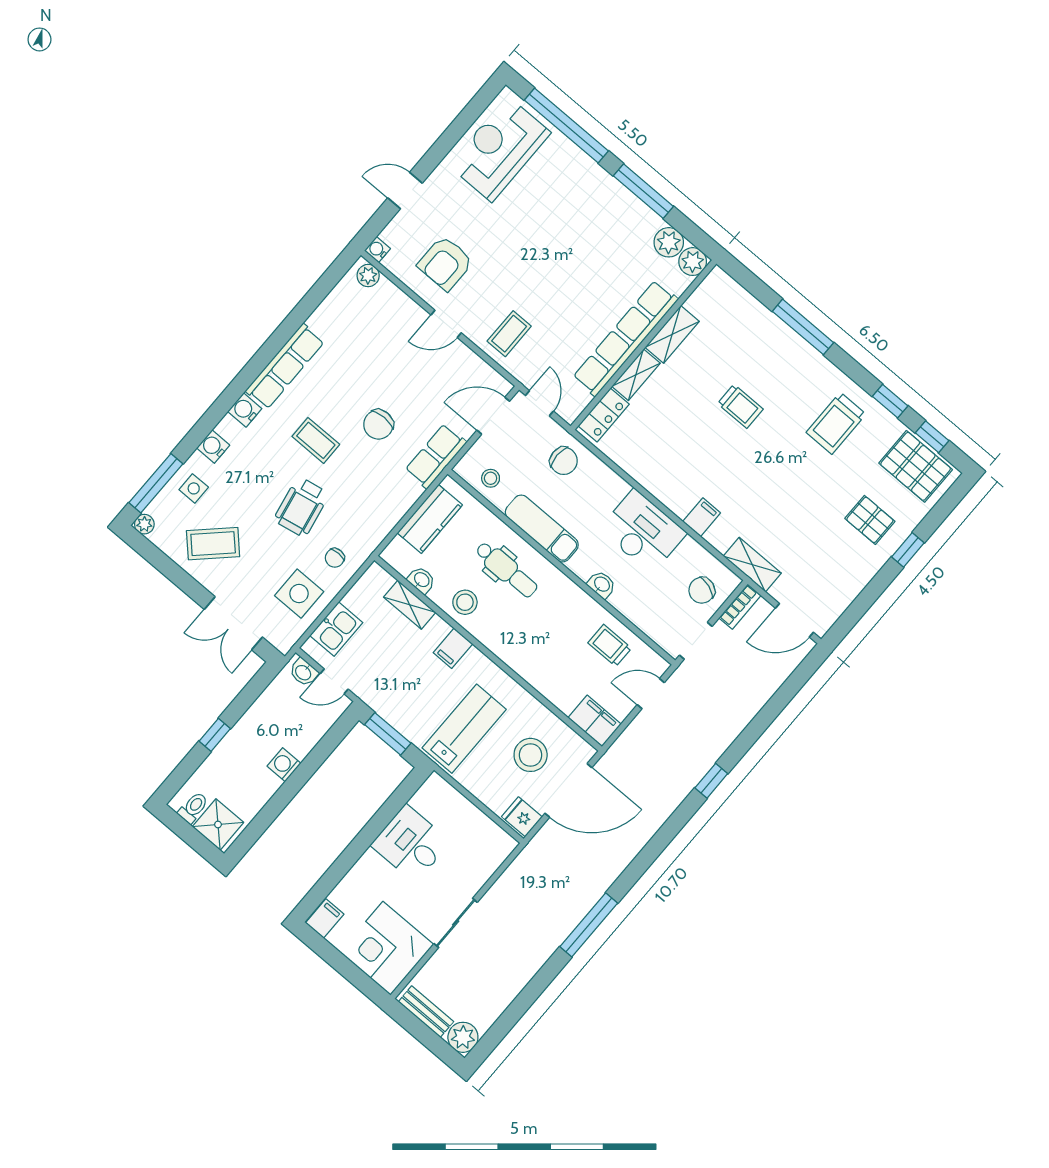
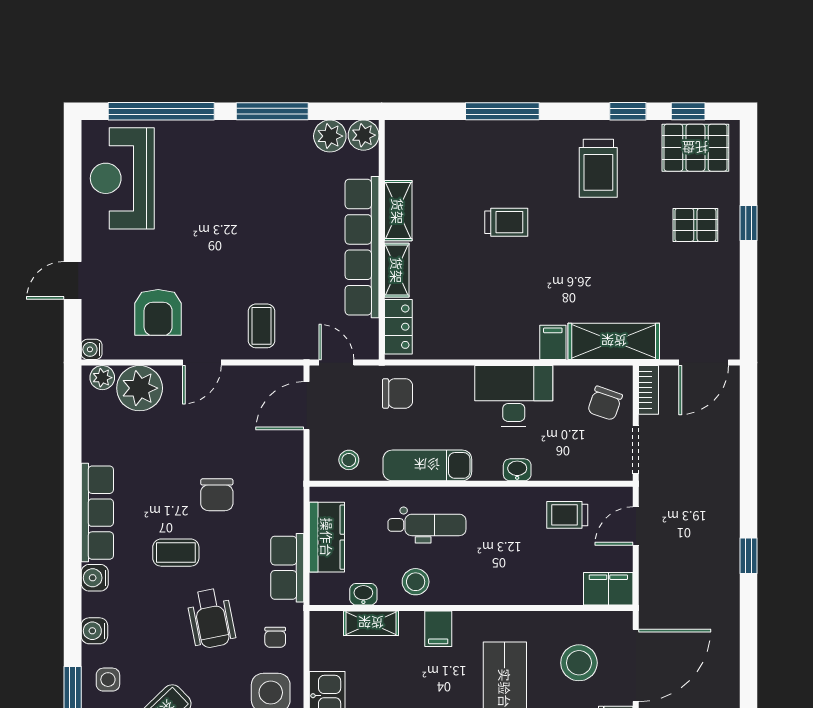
plant: (388, 305) -> (140, 388), added
row of seats: (436, 456) -> (287, 568), moved
shelving: (752, 565) -> (614, 341), width x1.50, depth x1.33

